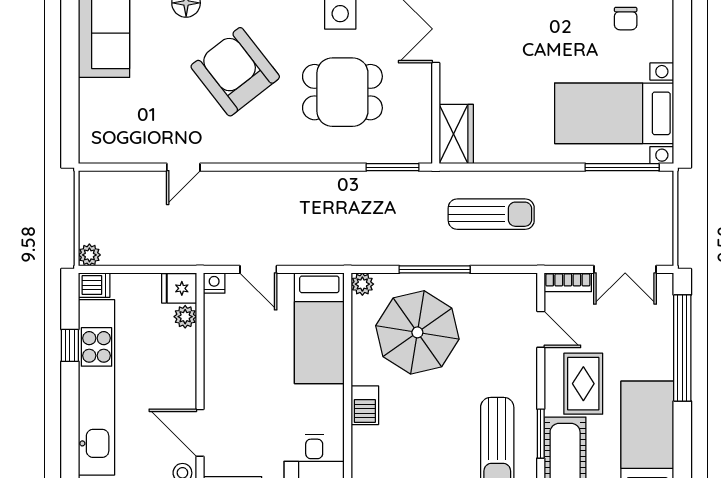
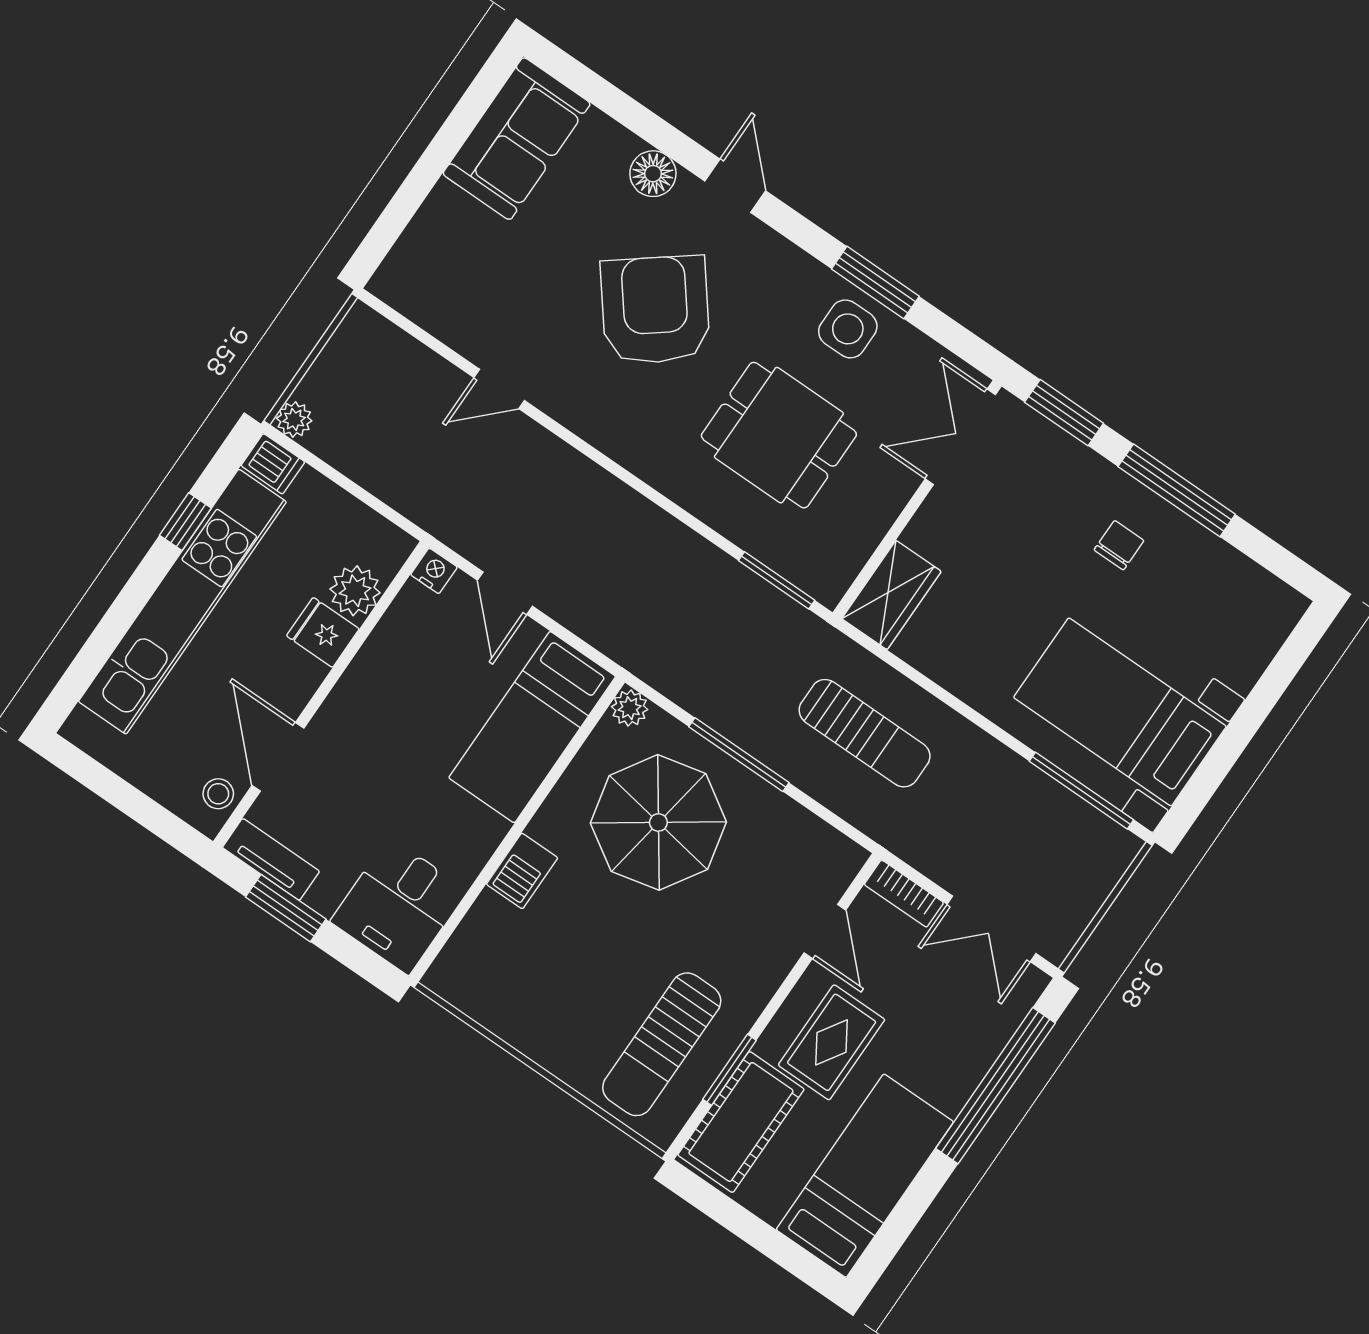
chair: (626, 19) -> (1119, 545), moved, turned 180
fridge: (179, 288) -> (323, 632), moved
plant: (185, 317) -> (355, 591), width x1.38, depth x1.38

